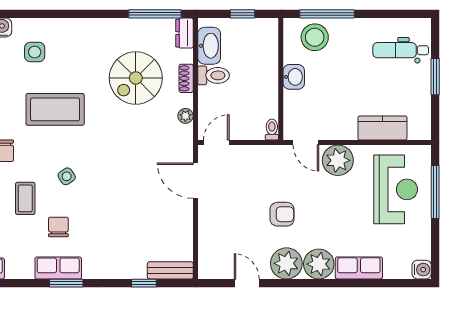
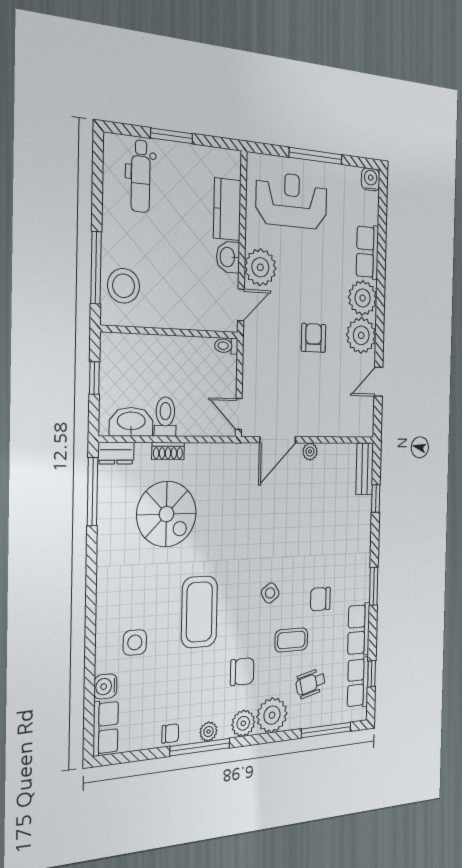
washbasin: (294, 77) -> (228, 257), moved, turned -90
plant: (185, 116) -> (310, 451), moved
window: (435, 192) -> (316, 156), moved
row of seats: (58, 268) -> (359, 629), moved

